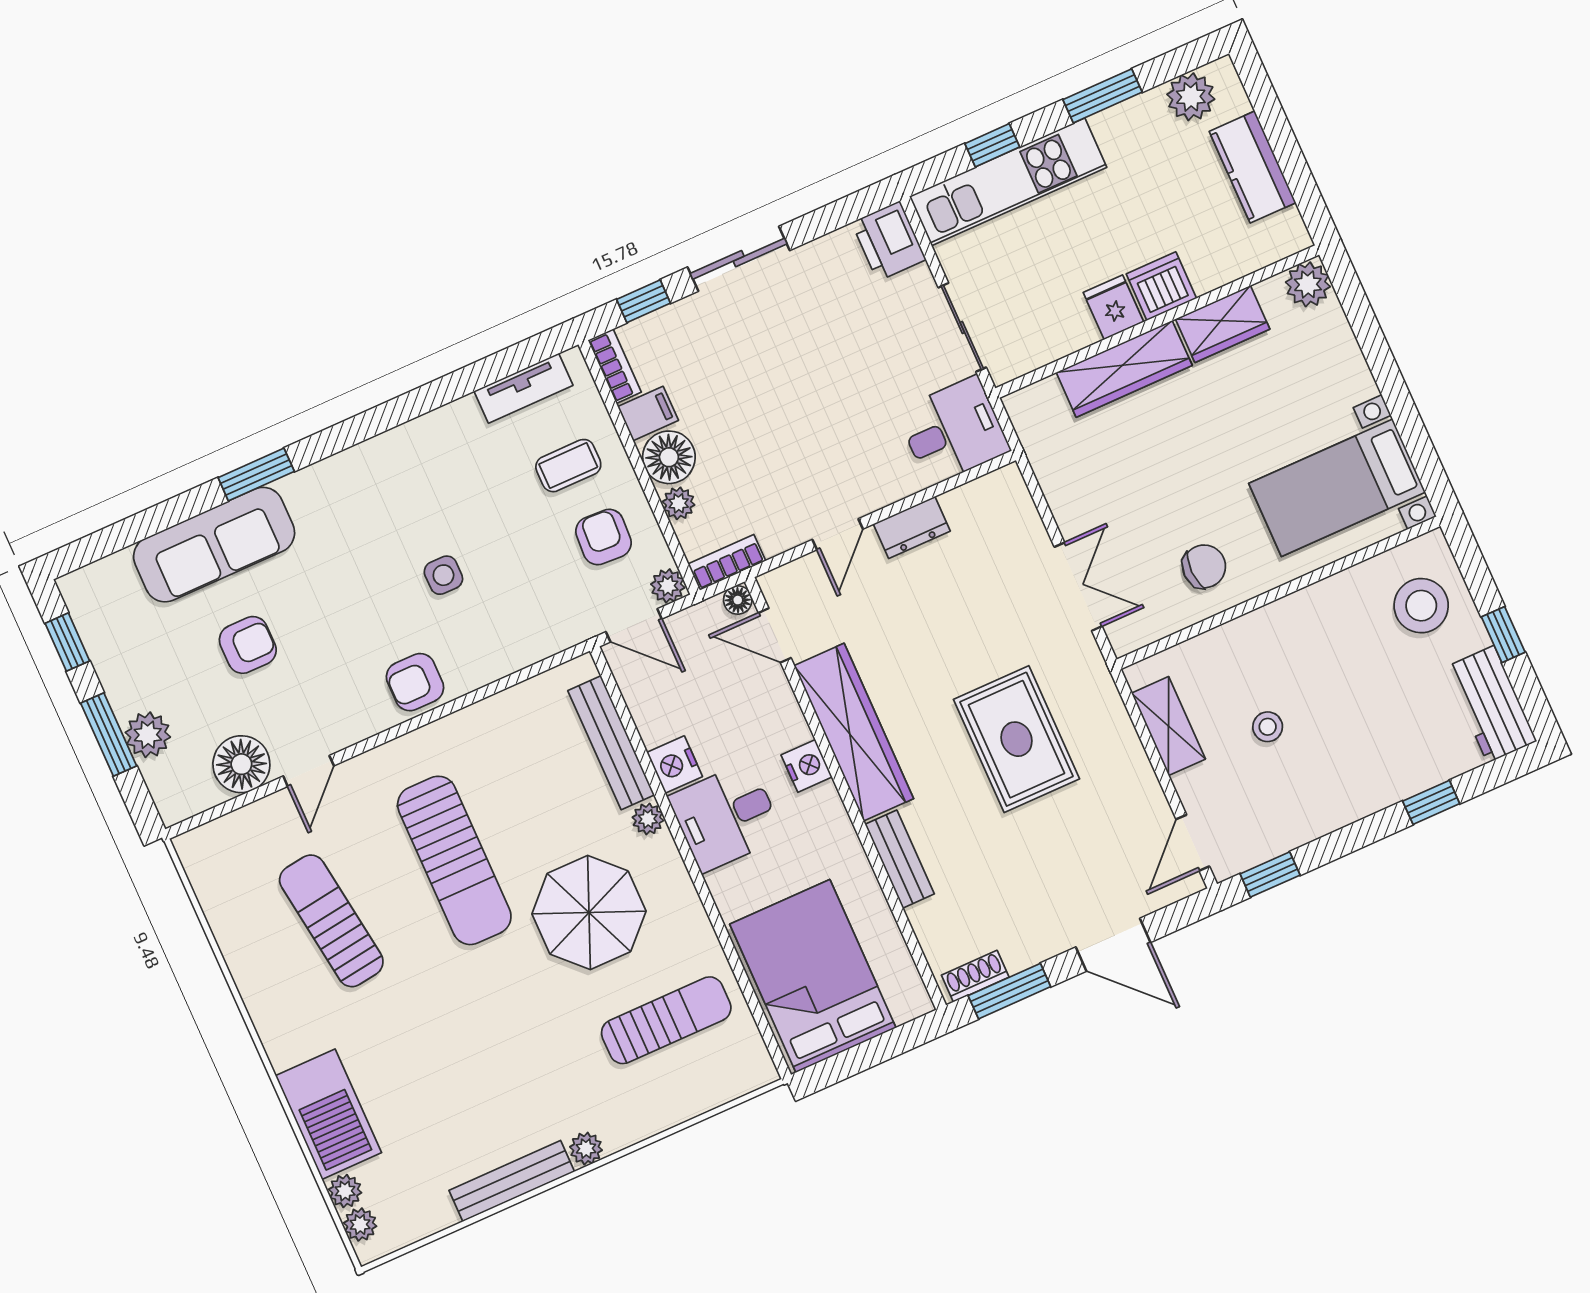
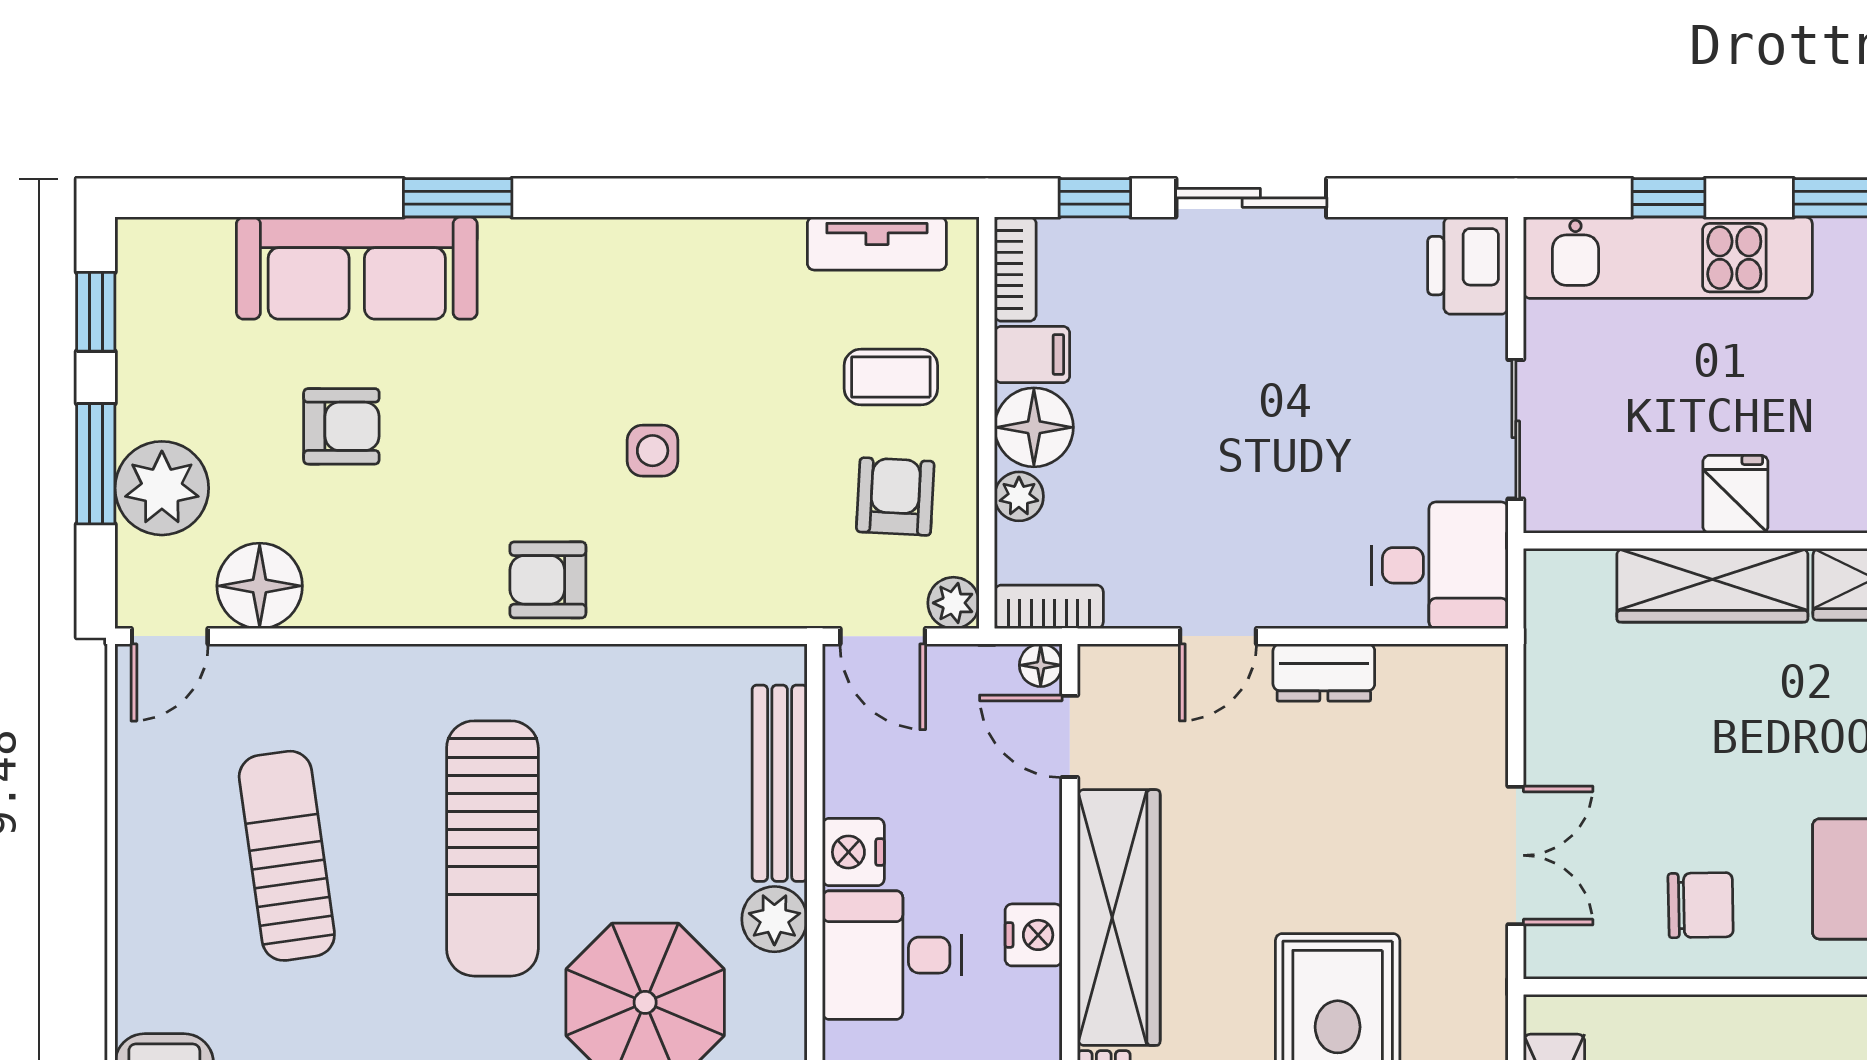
dishwasher: (1161, 286) -> (1814, 495), removed
plant: (148, 735) -> (162, 488), width x1.36, depth x1.36
door: (309, 771) -> (170, 636), moved
plant: (648, 819) -> (774, 919), width x1.38, depth x1.38

